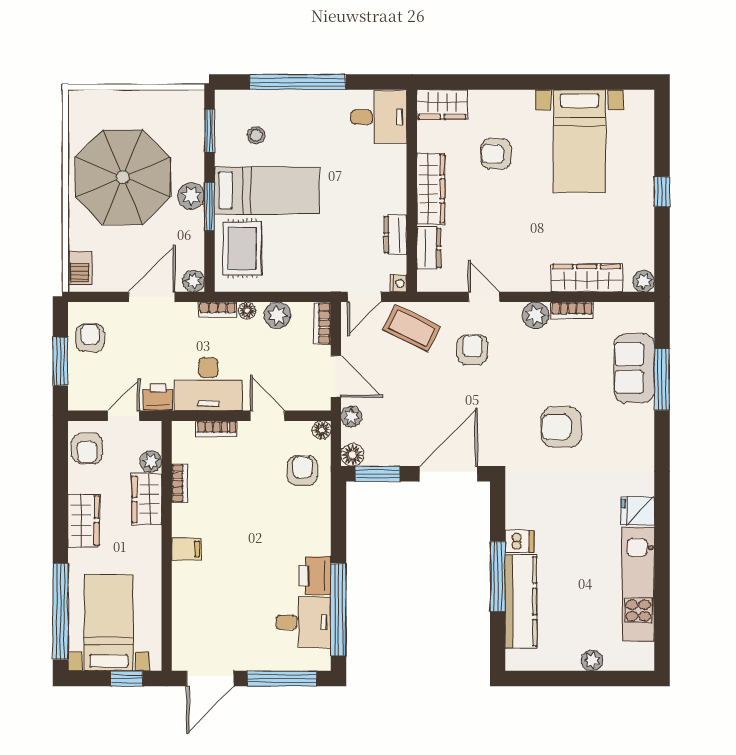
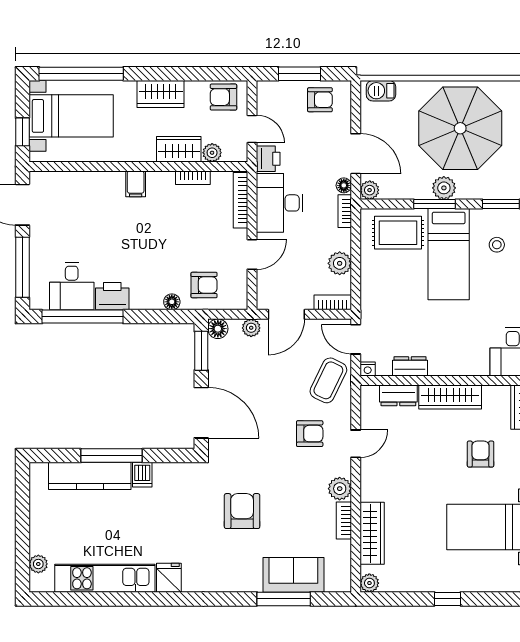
floor lamp: (247, 311) -> (344, 185), moved
bookcase: (217, 429) -> (240, 200), width x1.56
floor lamp: (322, 430) -> (172, 302), moved
plant: (592, 660) -> (38, 564), moved

